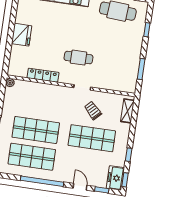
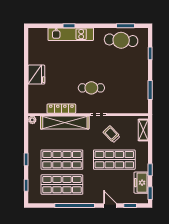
shelving: (44, 90) -> (65, 122), added
freezer: (115, 178) -> (141, 183), moved

